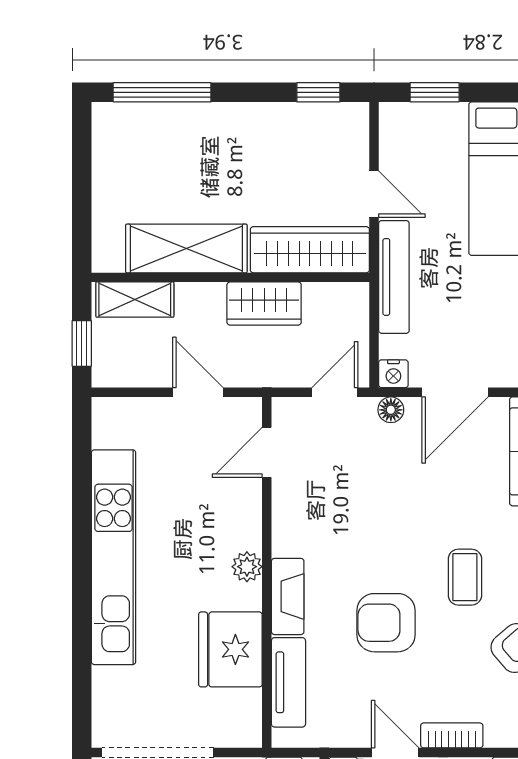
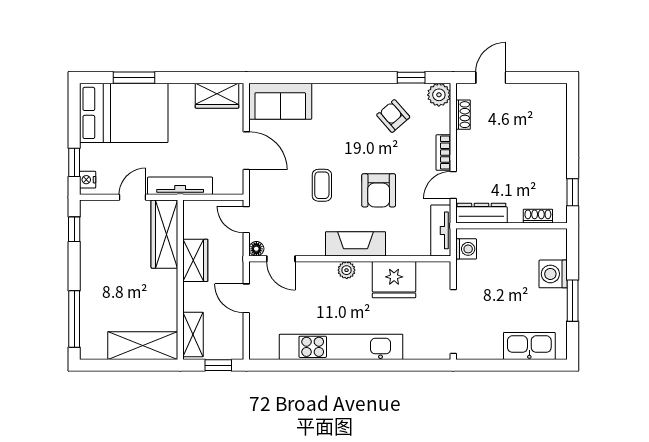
shelving: (186, 248) -> (143, 346), moved, turned 90
nightstand: (393, 374) -> (88, 180), moved, turned 180
door: (198, 392) -> (246, 298), hinge flipped
floor lamp: (391, 410) -> (256, 249), moved
coffee table: (465, 577) -> (322, 185), moved, turned 90
fireplace: (288, 596) -> (356, 244), width x1.37, depth x1.32
tv unit: (288, 682) -> (441, 230), moved, turned -90

